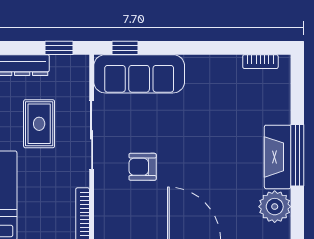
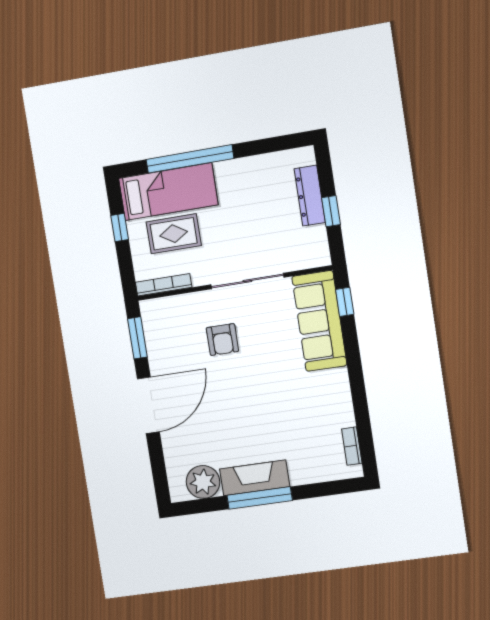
window: (59, 48) -> (331, 211), moved
rug: (39, 124) -> (174, 234), moved
armchair: (143, 167) -> (222, 340), turned 180

